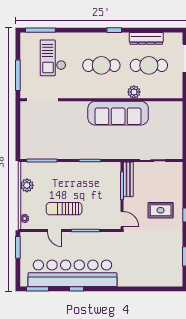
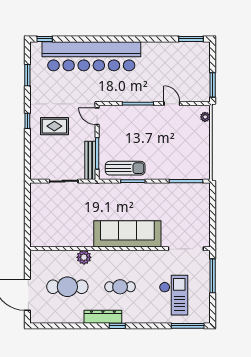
window: (114, 30) -> (117, 326), moved
dresser: (146, 38) -> (103, 317), moved
cafe table: (101, 65) -> (120, 287), width x0.73, depth x0.74
sofa: (118, 113) -> (127, 234), moved
plant: (27, 185) -> (203, 154), removed
sun lounger: (64, 209) -> (125, 168), moved
bar counter: (72, 273) -> (91, 56), moved
window: (77, 289) -> (45, 39), moved

